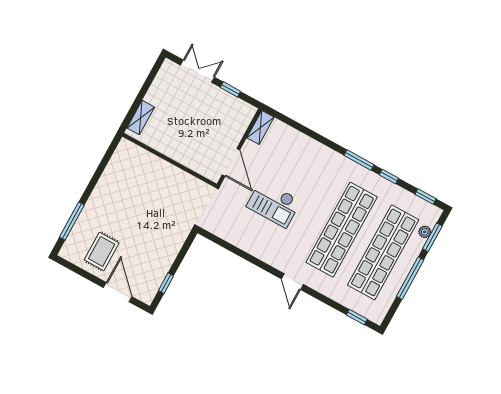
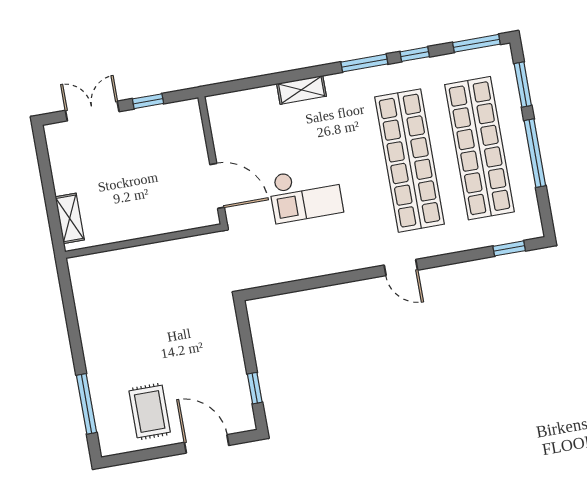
shelving: (260, 127) -> (301, 90), moved, turned 90
window: (426, 197) -> (476, 43), width x1.50
plant: (425, 232) -> (509, 85), removed

